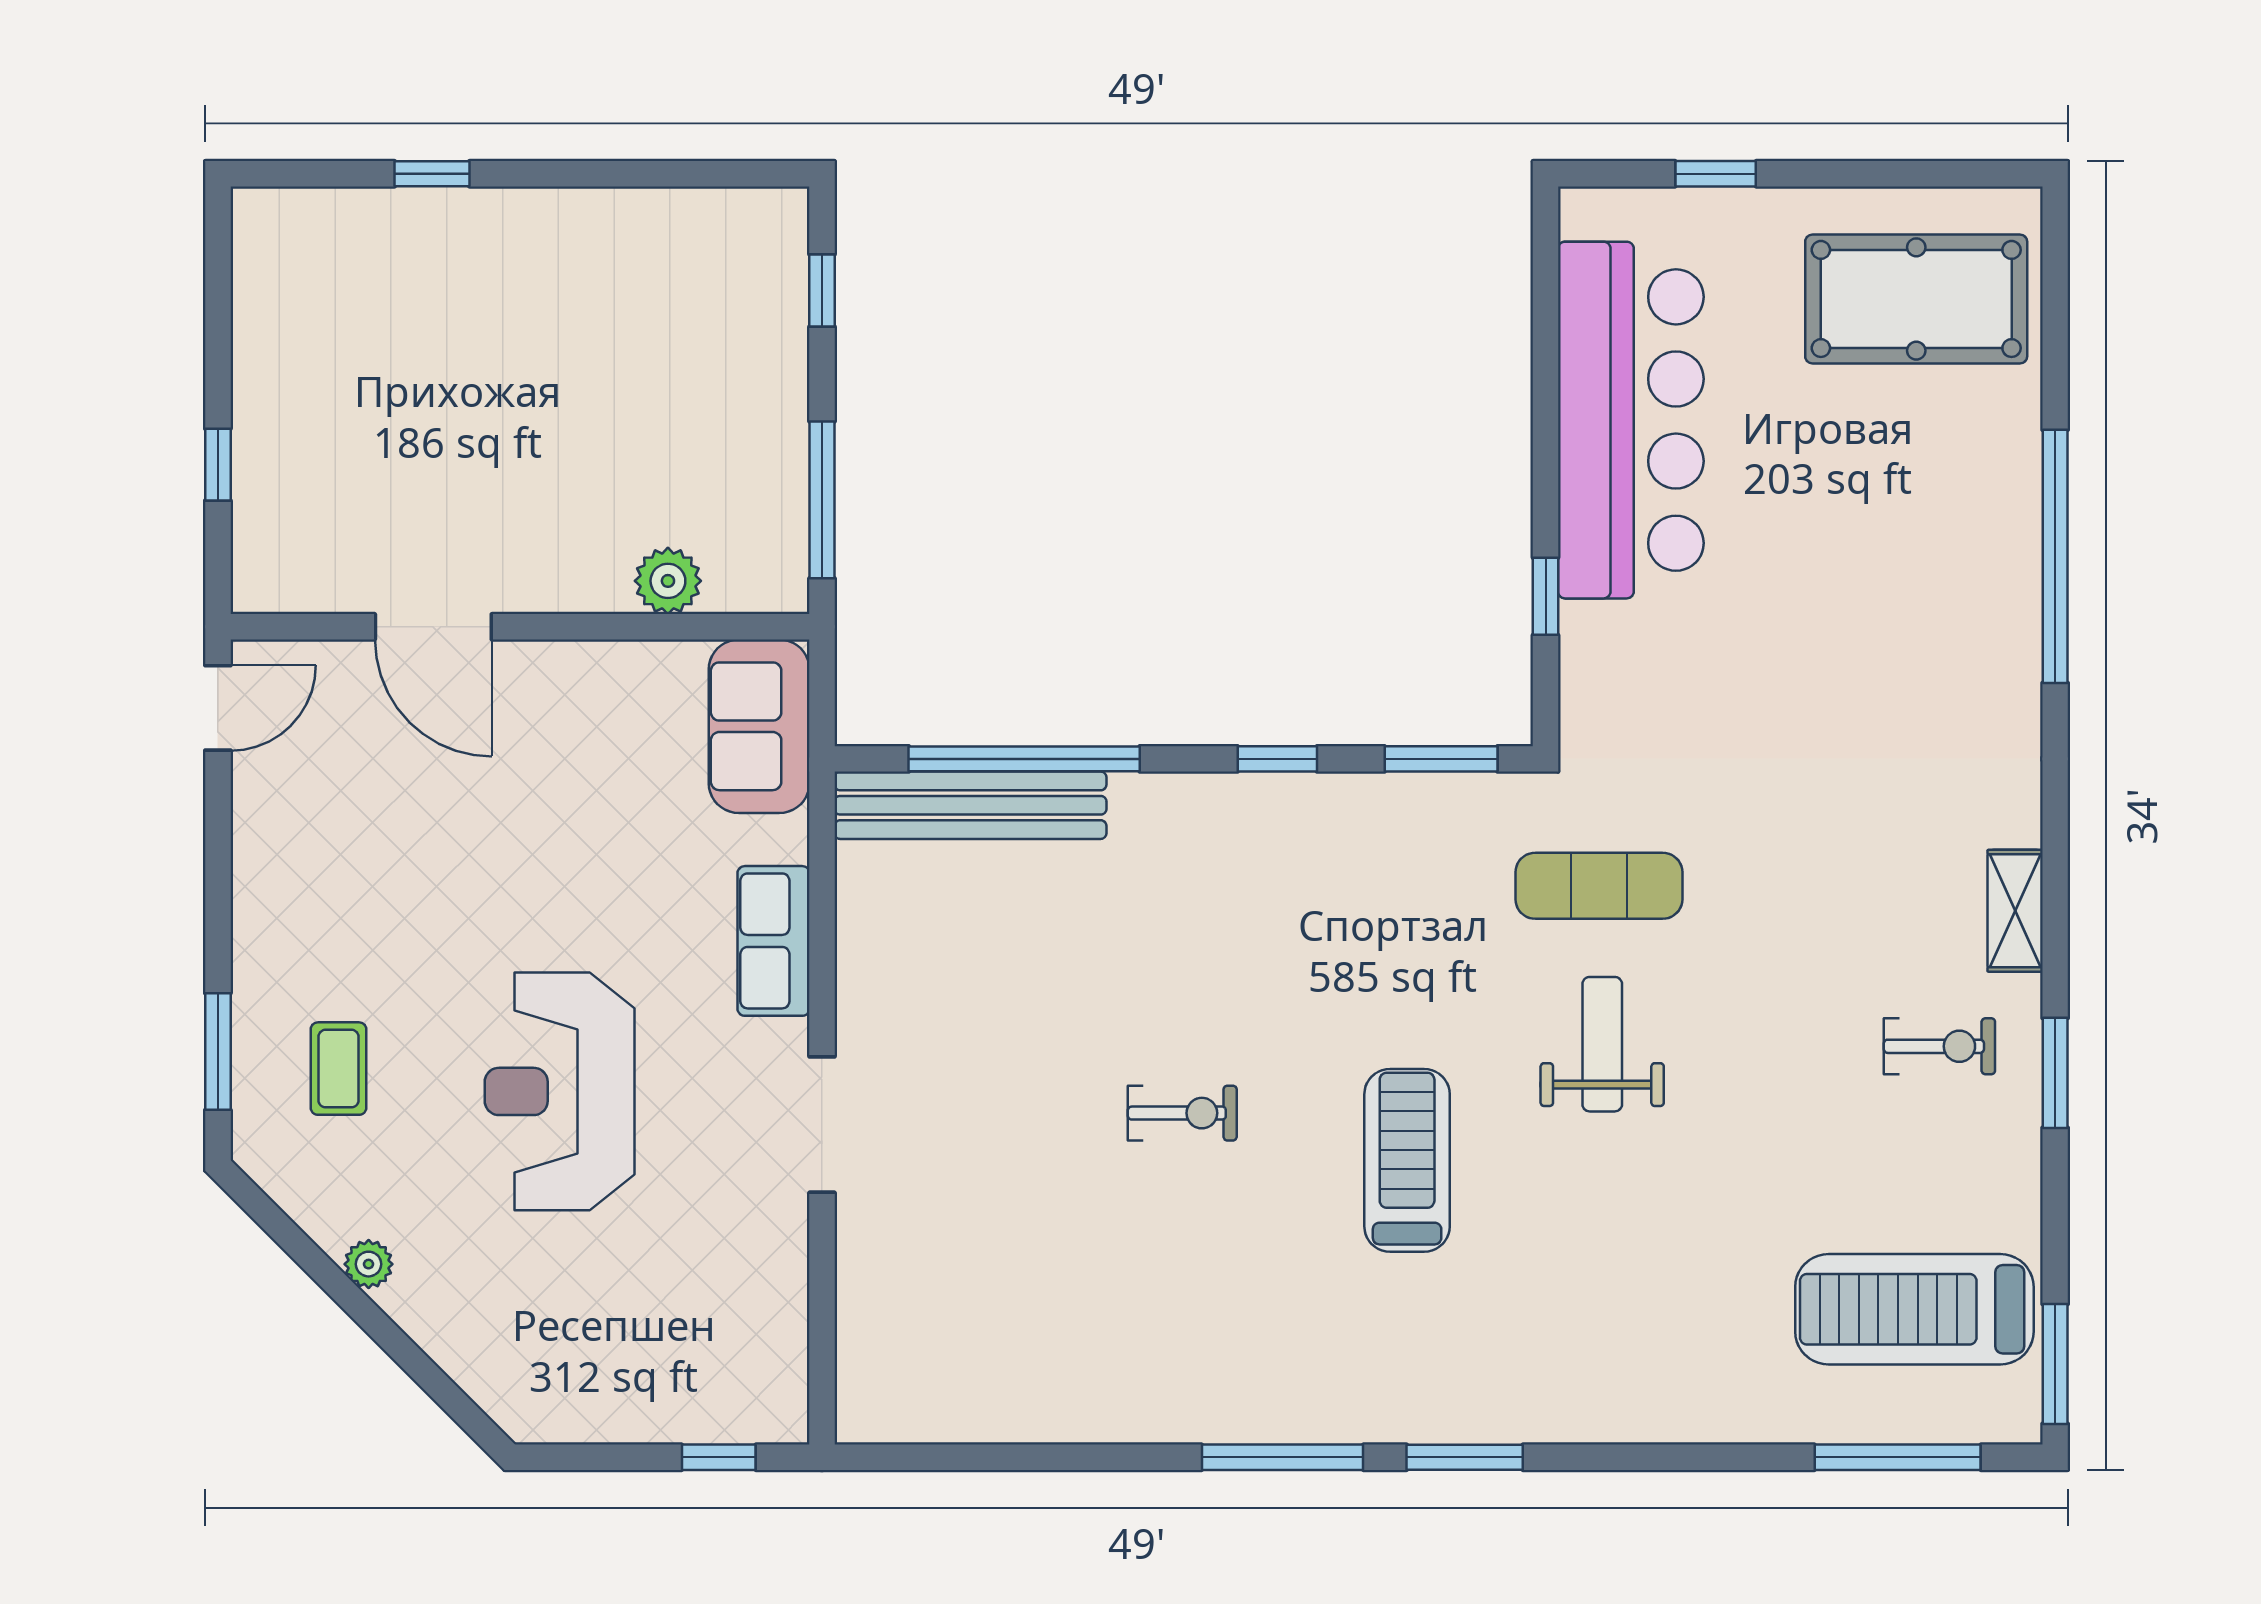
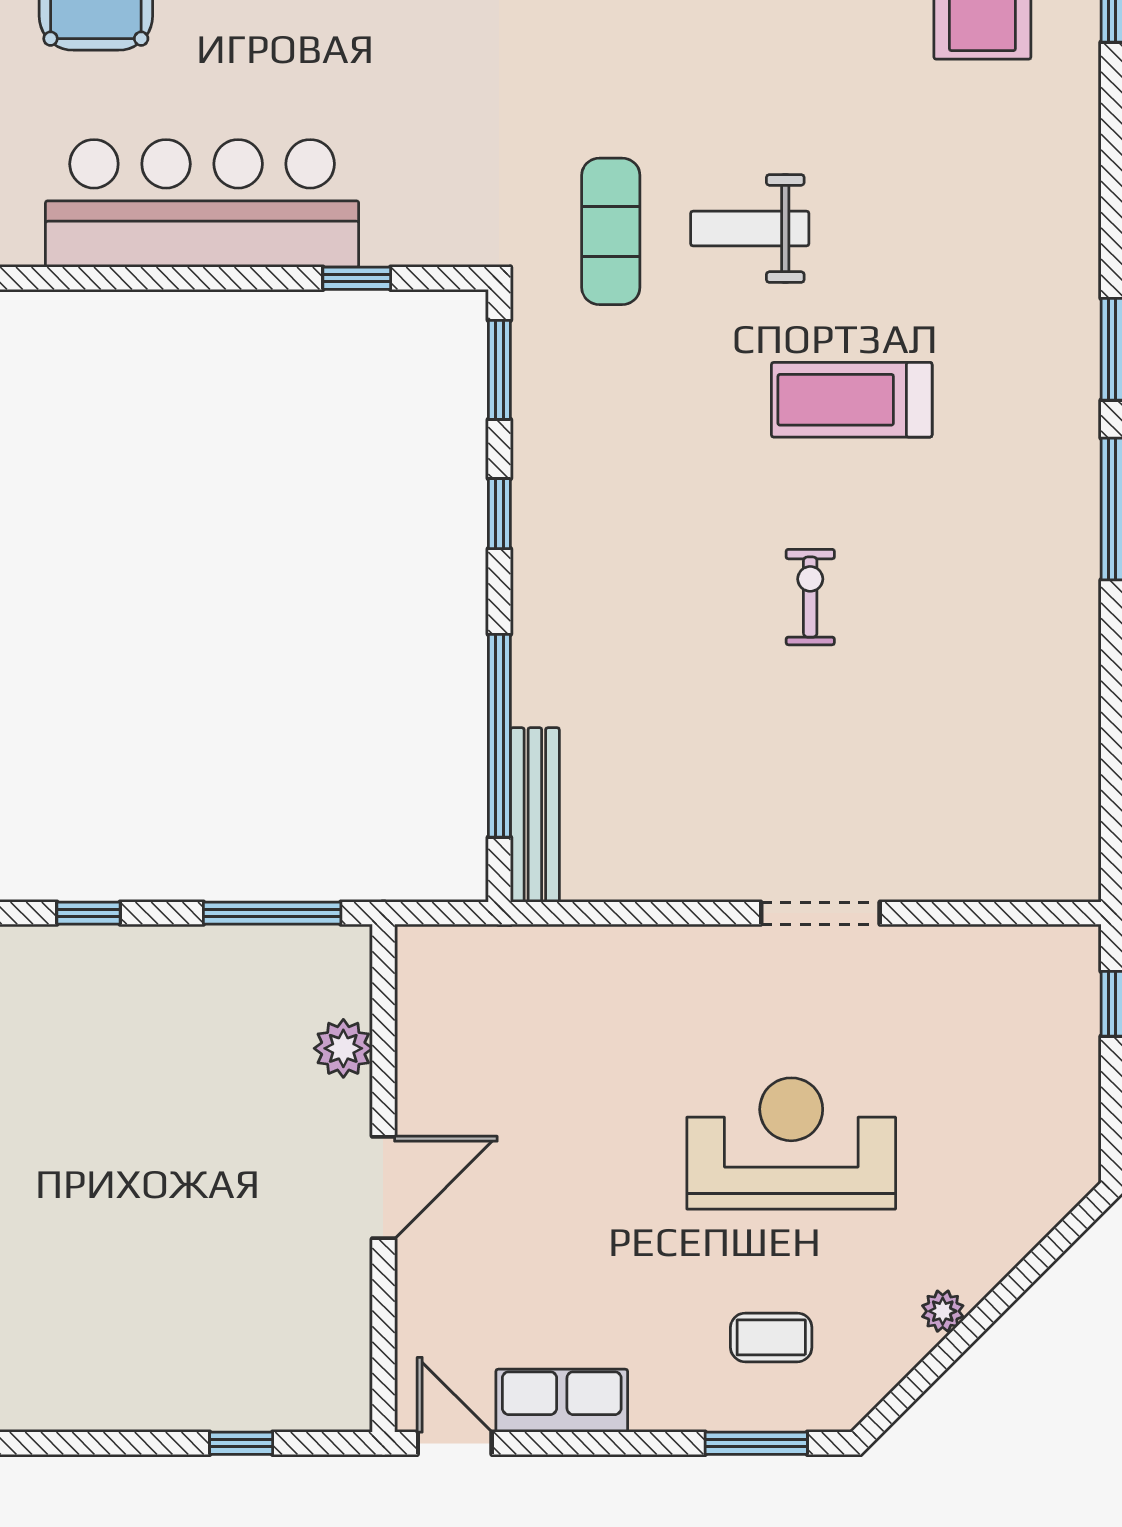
door: (433, 627) -> (383, 1188), moved
sofa: (759, 726) -> (471, 968), removed
bench: (970, 805) -> (535, 815), width x0.73, depth x0.82
row of seats: (774, 941) -> (562, 1401), moved, turned 180
reception desk: (560, 1091) -> (791, 1143), turned 180

